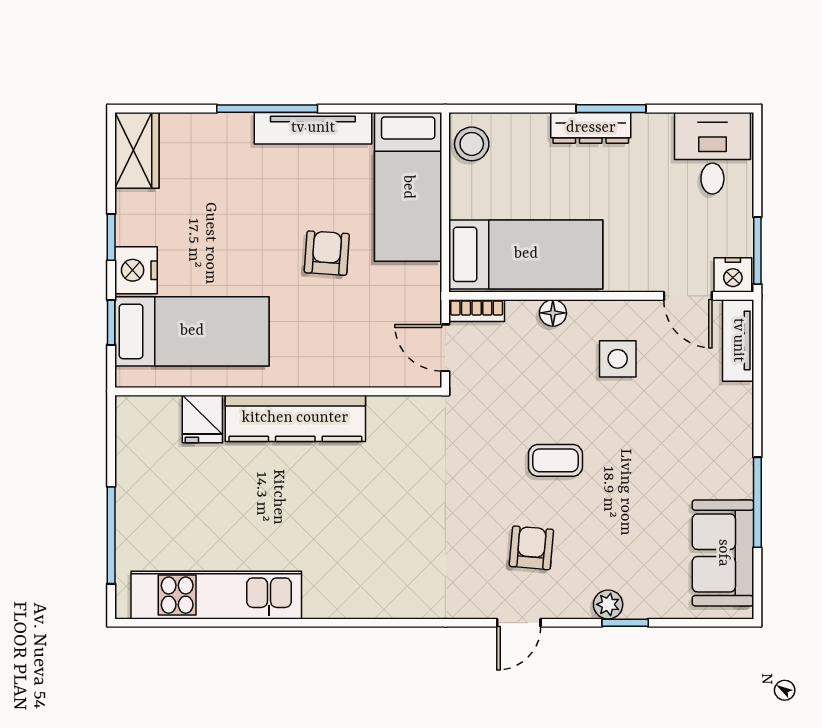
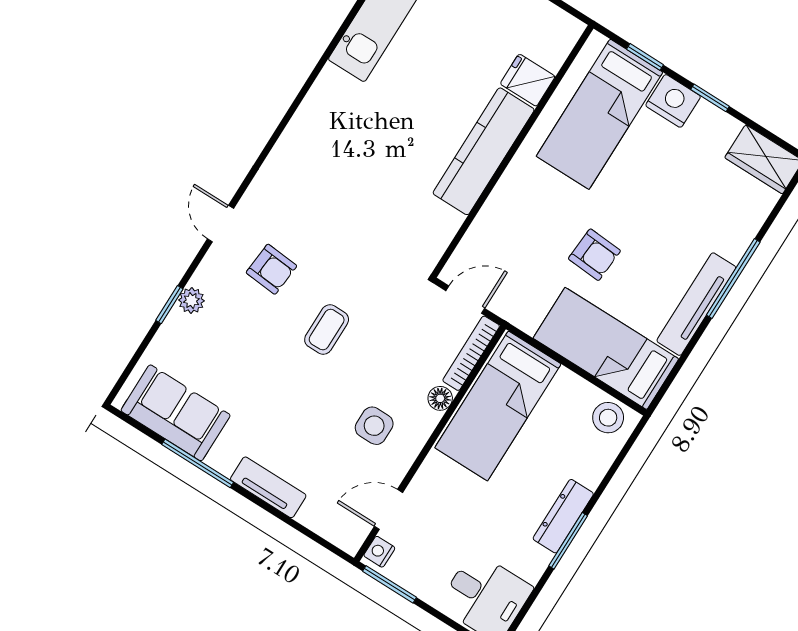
nightstand: (733, 275) -> (379, 552), width x0.72, depth x0.74
bookcase: (477, 311) -> (471, 353), width x1.56
tv unit: (738, 340) -> (268, 487), moved

